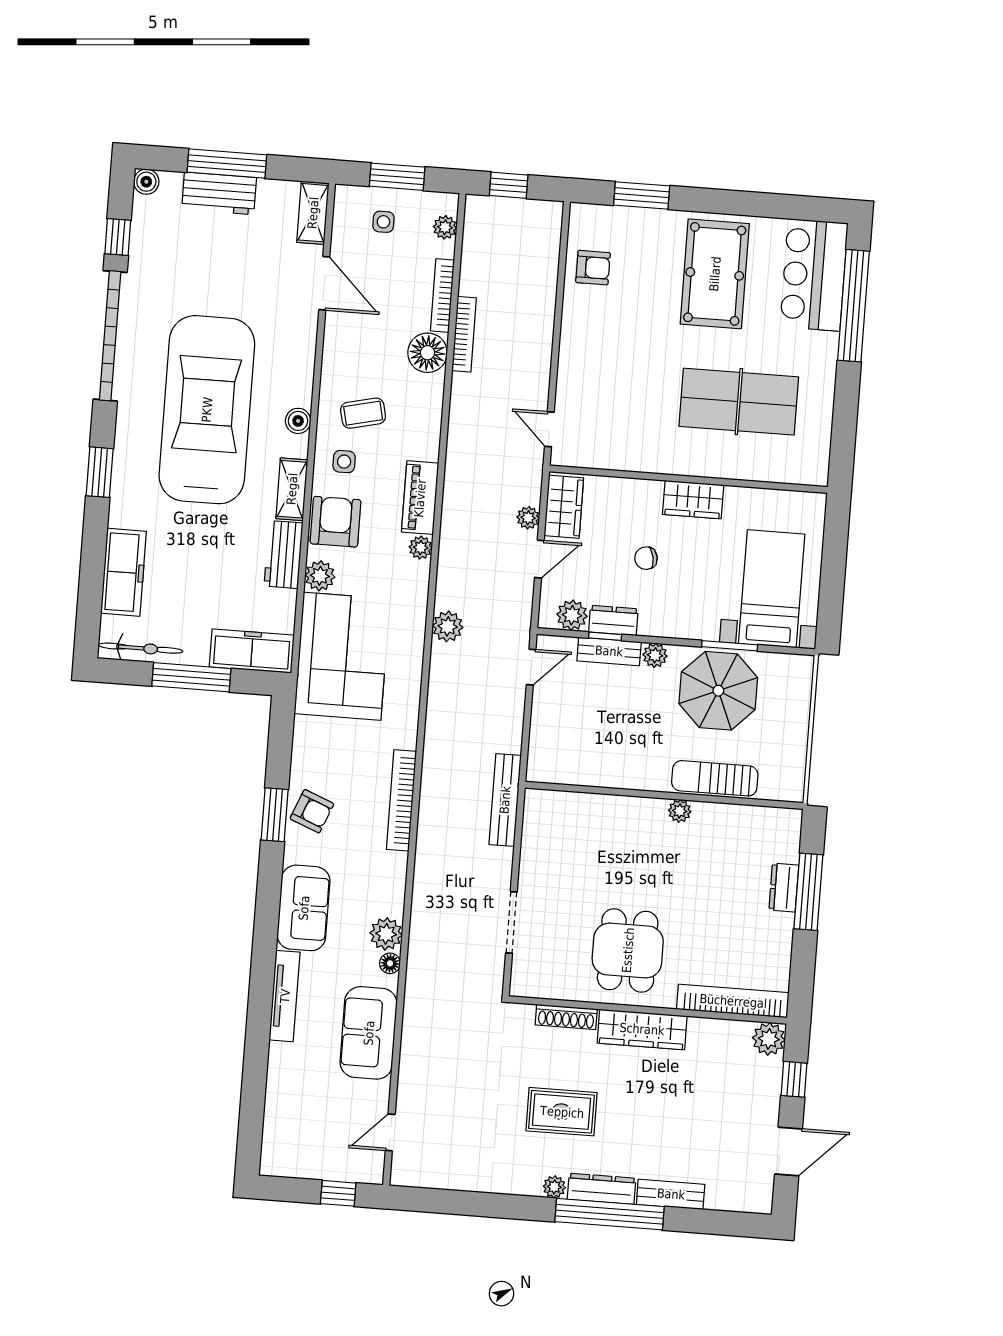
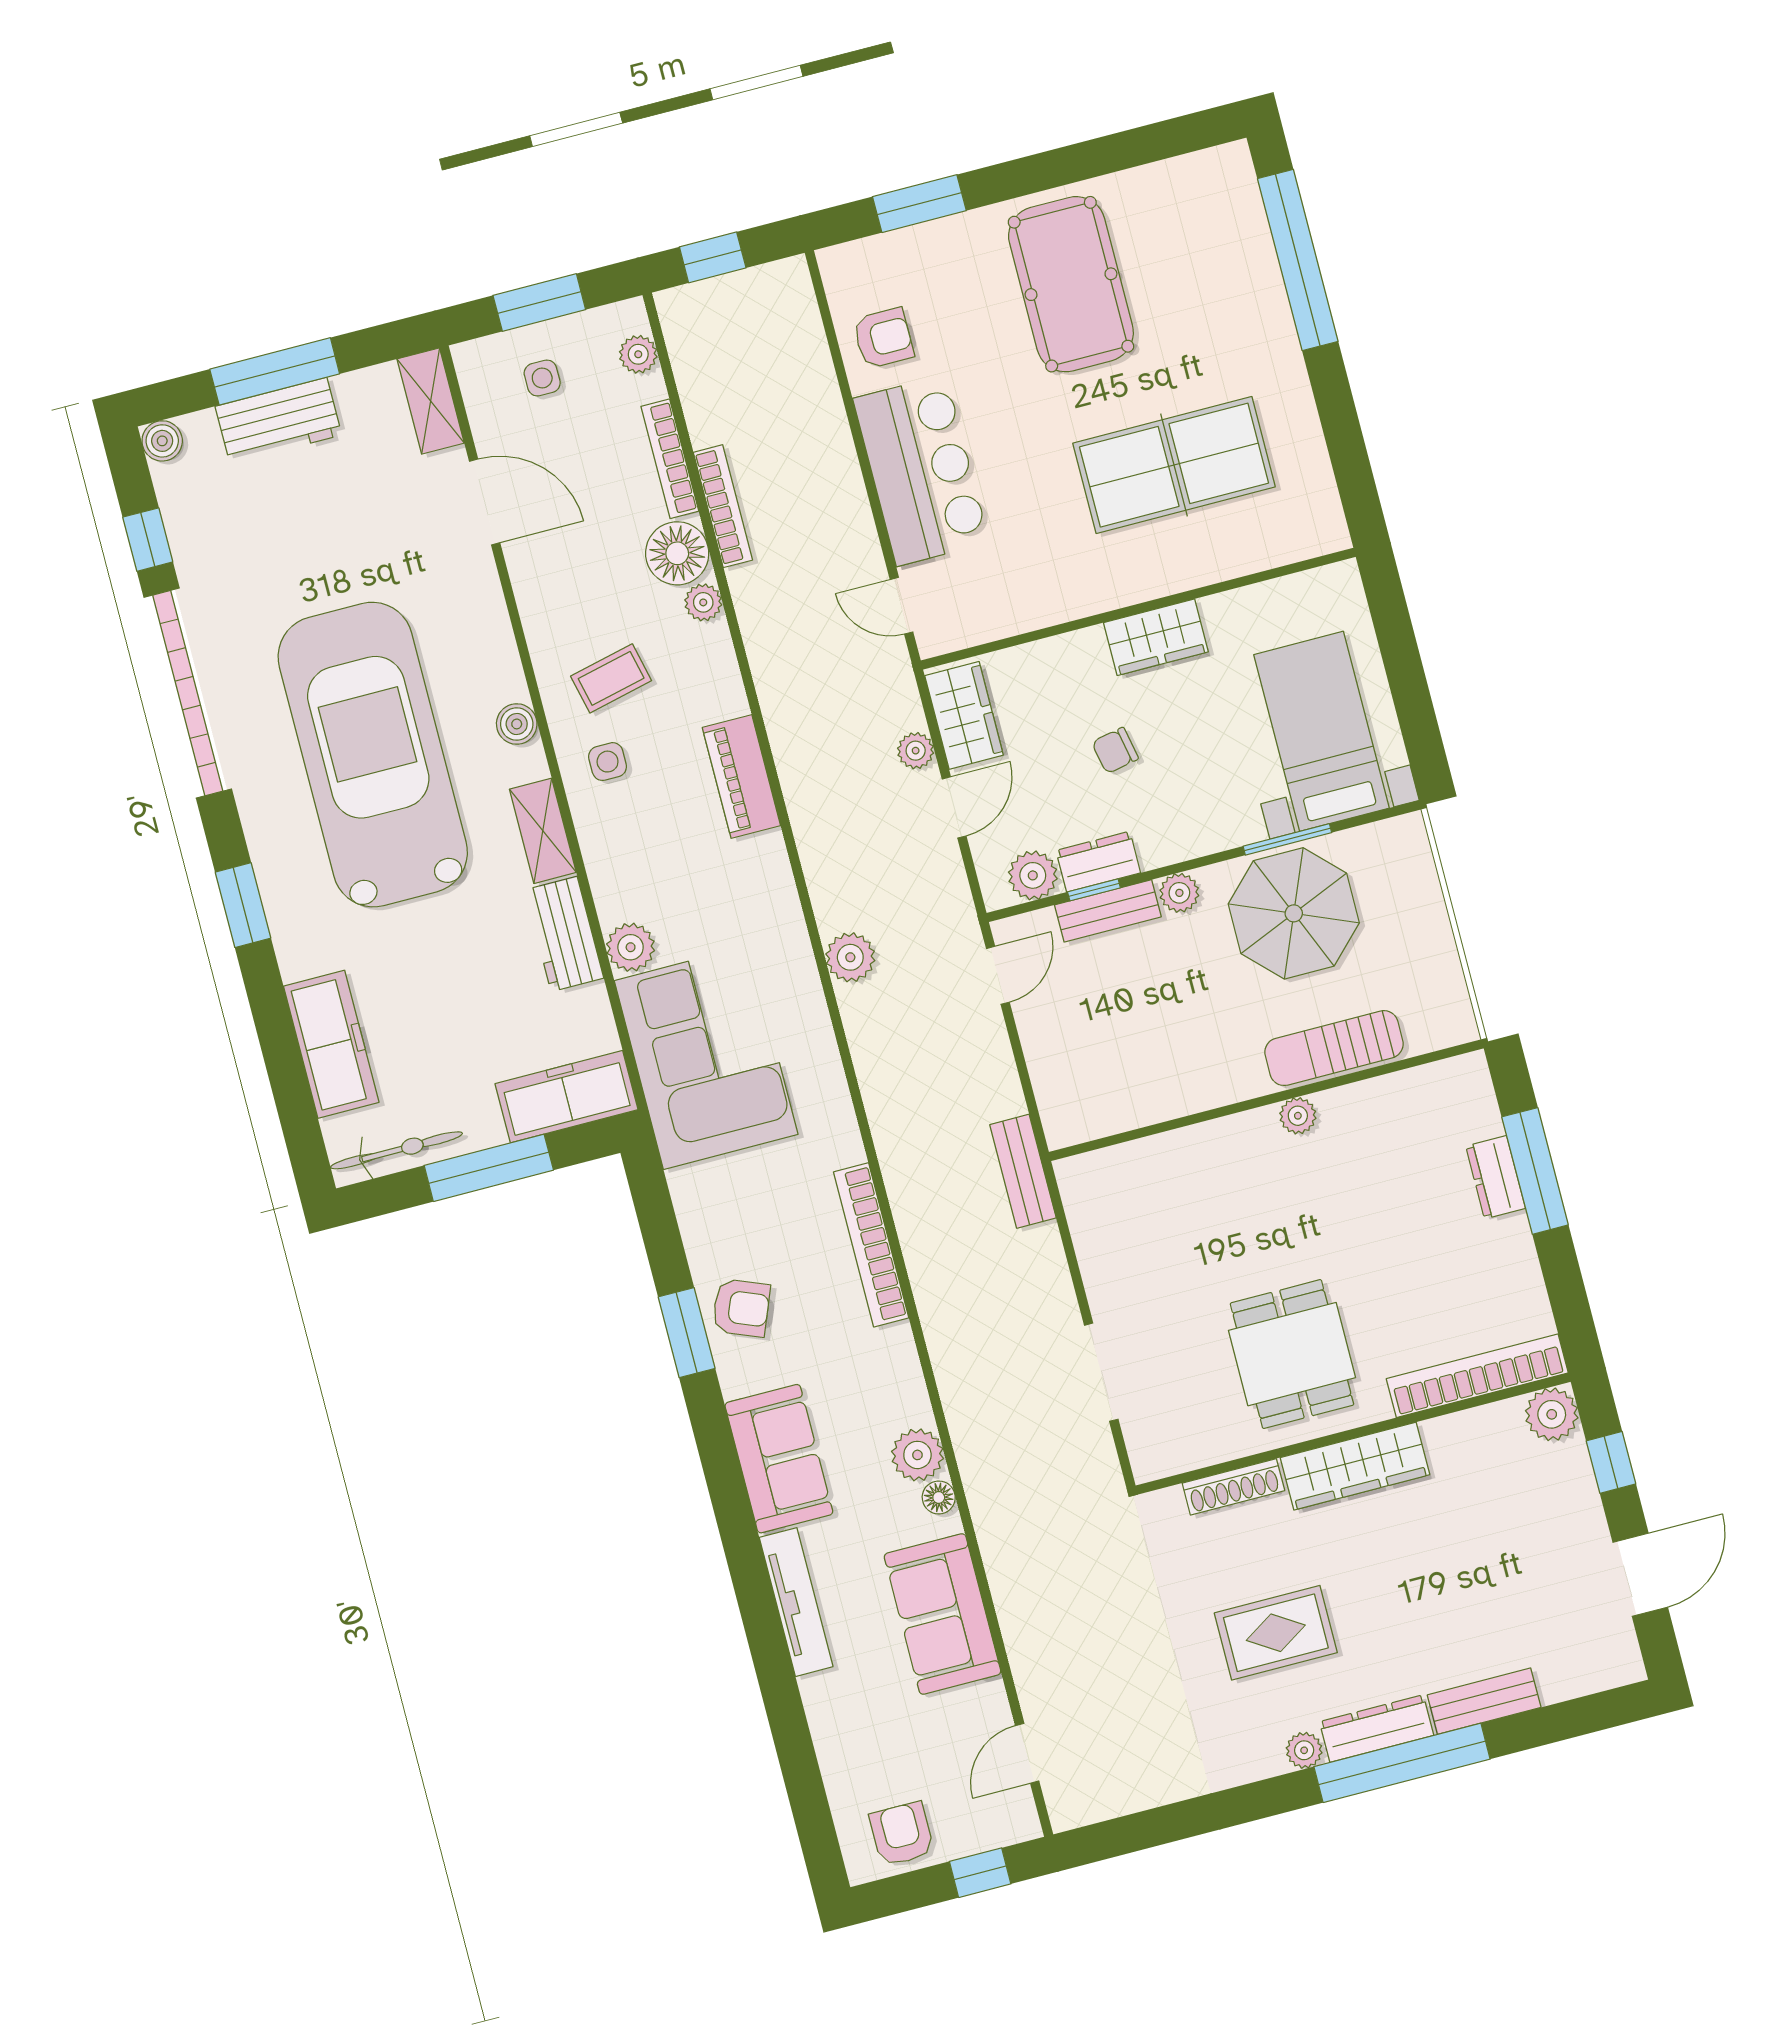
bar counter: (814, 275) -> (921, 470), moved, turned 180
armchair: (335, 522) -> (902, 1834), moved, width x0.72, depth x0.72
plant: (421, 548) -> (703, 602), moved
bench: (505, 800) -> (1023, 1171), width x0.73

